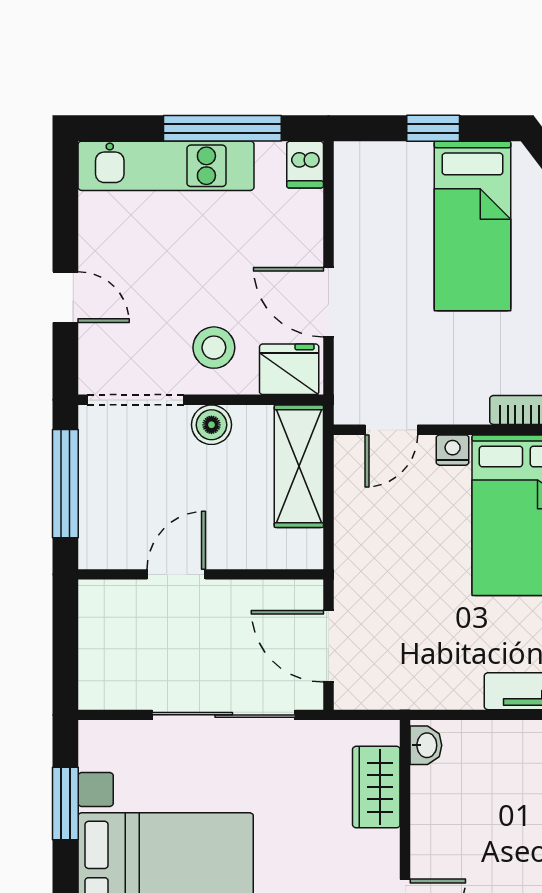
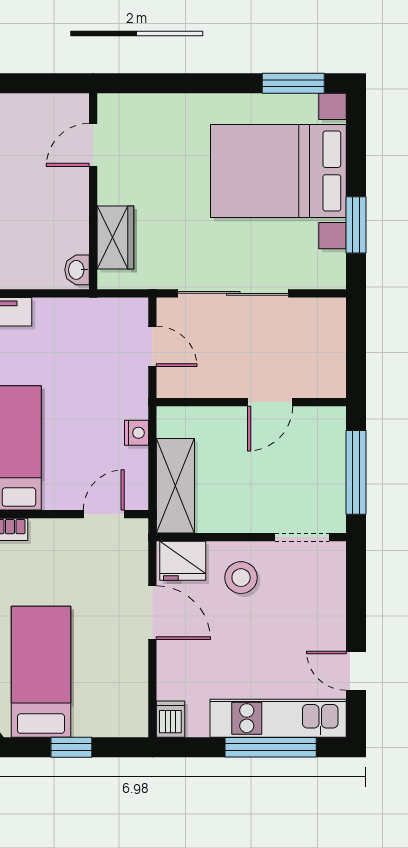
window: (222, 128) -> (271, 747), moved
door: (65, 297) -> (356, 671), moved
doorway: (135, 400) -> (302, 537), width x0.73
boiler: (211, 425) -> (243, 518), removed
nightstand: (453, 450) -> (137, 433), moved, turned -90
door: (328, 646) -> (152, 346), width x0.73

